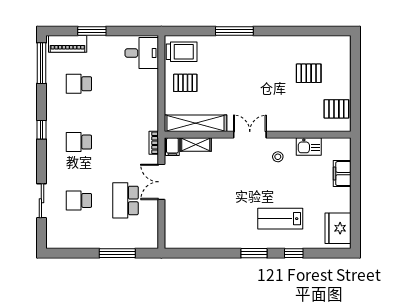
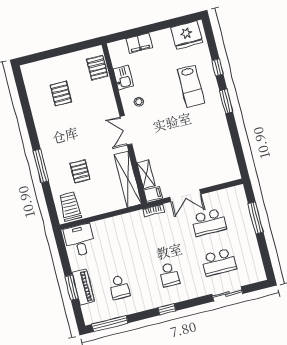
piano: (68, 44) -> (83, 287), moved
pallet: (185, 83) -> (80, 171), moved
pallet: (336, 109) -> (97, 68), moved
school desk: (79, 200) -> (219, 262), width x1.85

